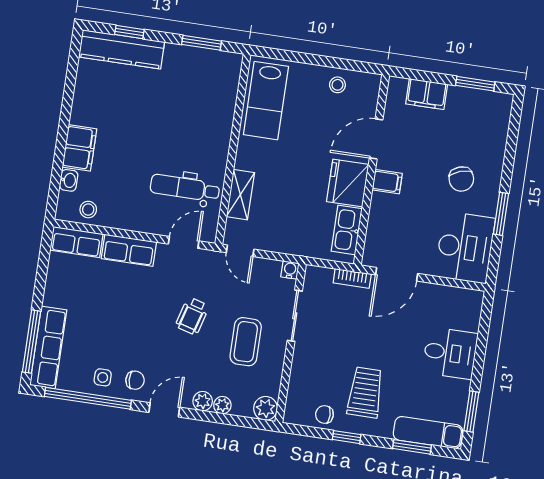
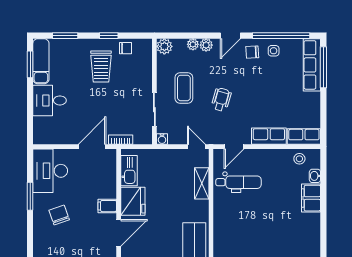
exam couch: (428, 432) -> (41, 61), moved, turned -90

